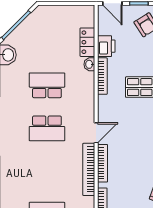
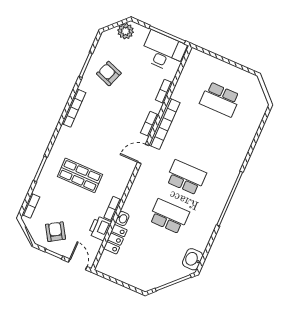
bookcase: (102, 76) -> (113, 209), width x0.64
school desk: (47, 85) -> (169, 216), turned 180
bookcase: (103, 163) -> (150, 124), width x0.64

